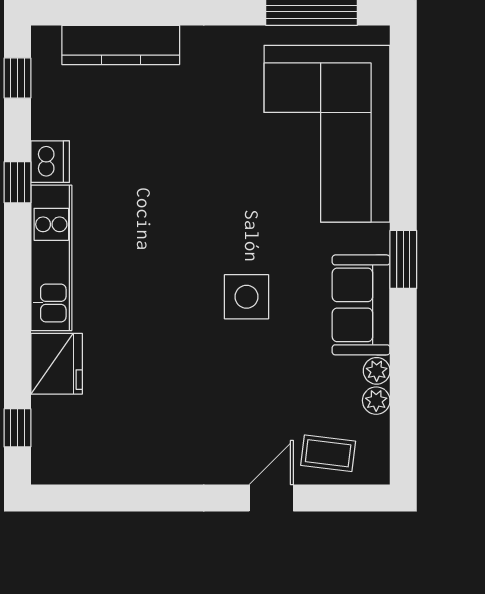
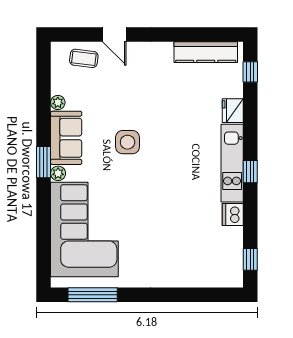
kitchen counter: (121, 45) -> (206, 52), moved, turned 180
window: (17, 182) -> (250, 172), moved
fridge: (57, 364) -> (233, 111), width x0.73, depth x0.75
plant: (376, 401) -> (58, 173), moved
door: (271, 498) -> (114, 34), hinge flipped

